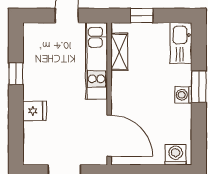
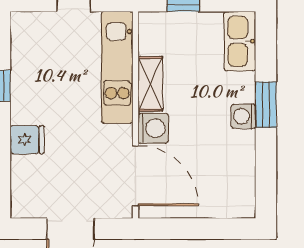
shelving: (119, 52) -> (150, 84), moved
washing machine: (176, 155) -> (153, 128), moved, turned 90

